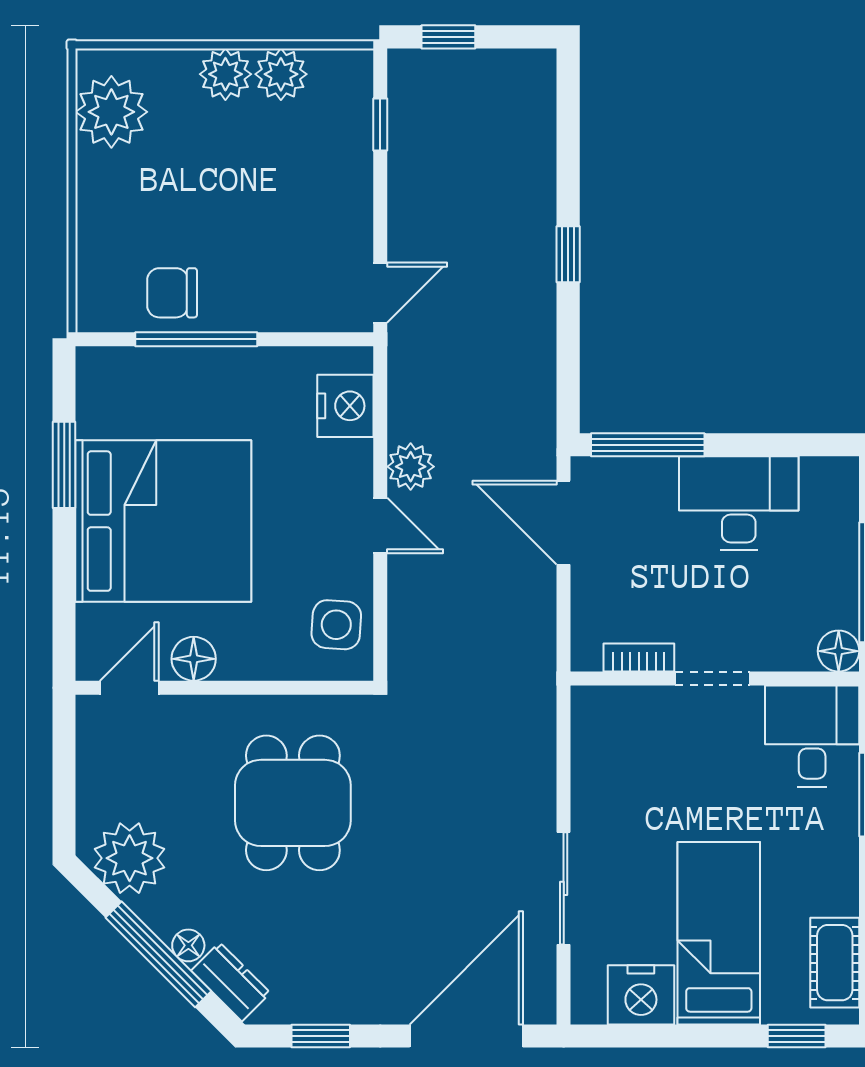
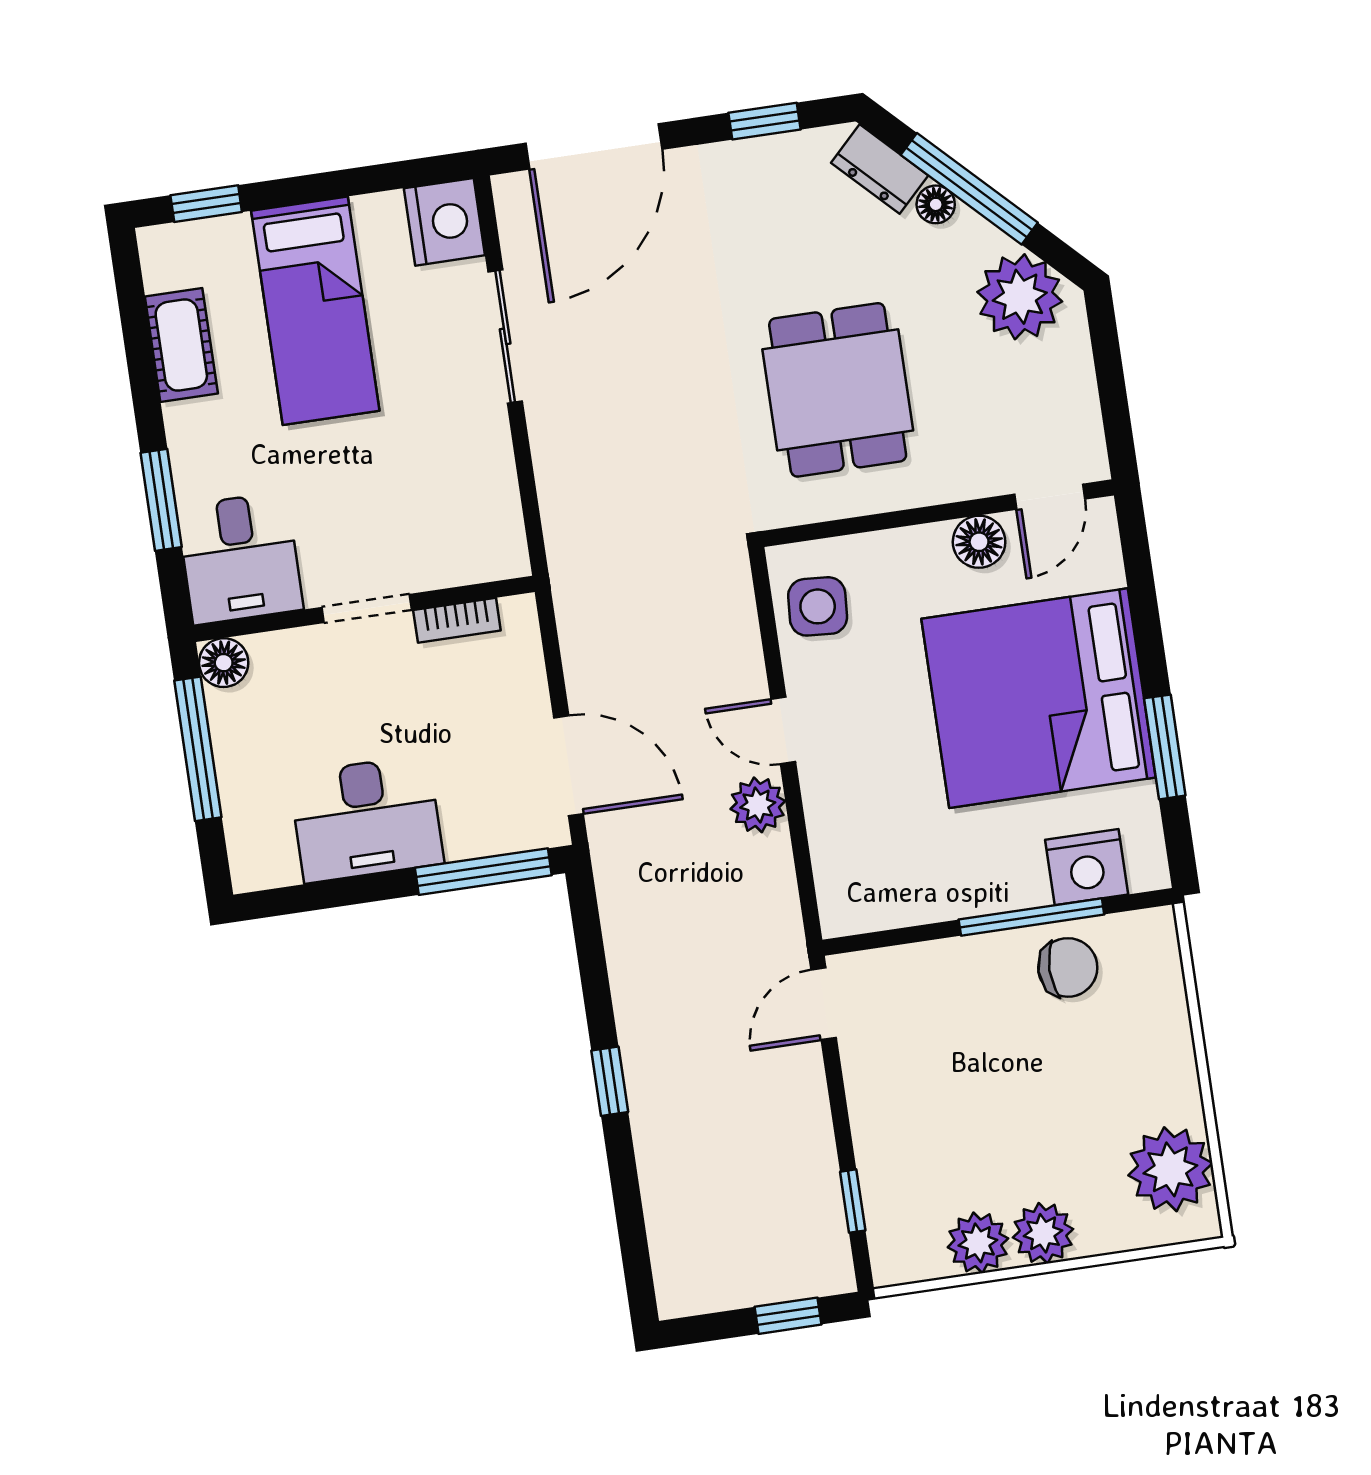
nightstand: (345, 406) -> (1087, 867), moved, turned -90
cot: (835, 963) -> (181, 345), moved
nightstand: (641, 995) -> (444, 222), moved, turned 90

